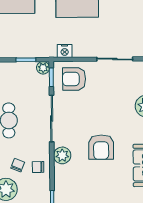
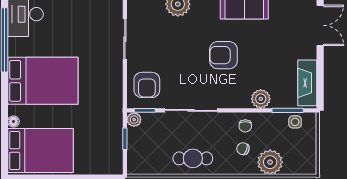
nightstand: (65, 51) -> (115, 95), removed
armchair: (101, 147) -> (223, 55), turned 180
plant: (62, 155) -> (261, 99), moved

